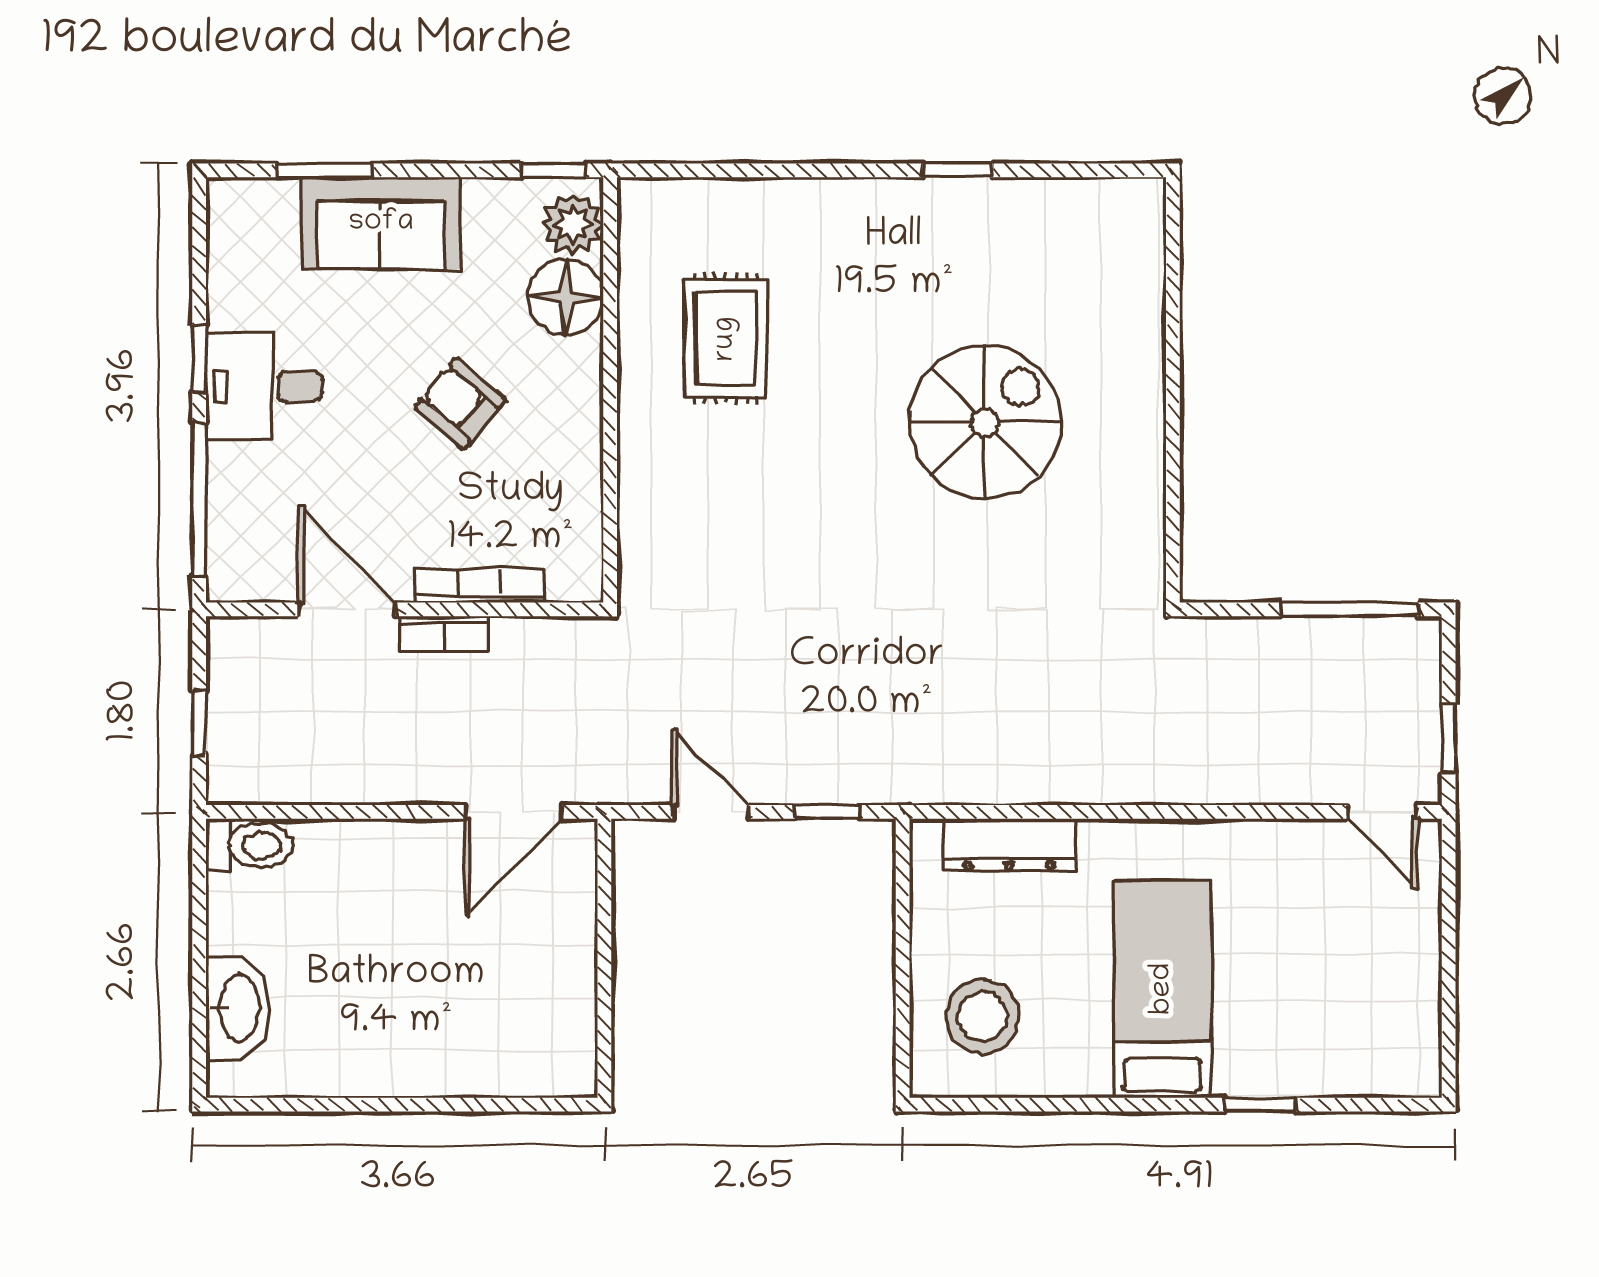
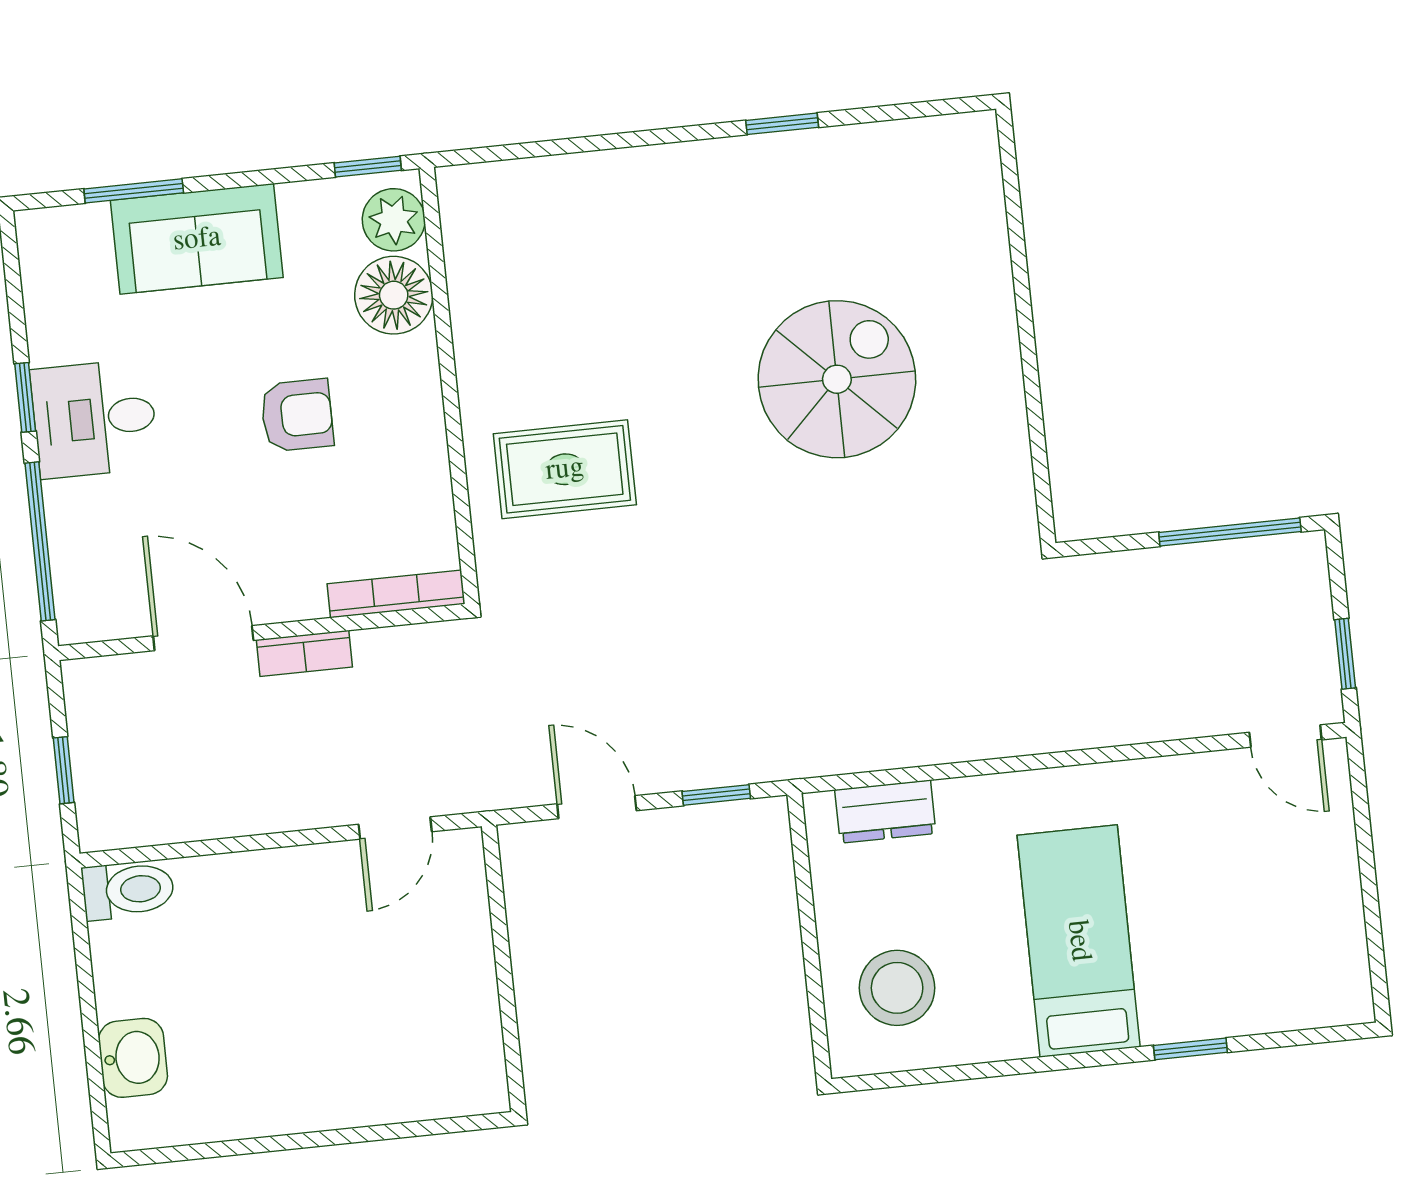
rug: (726, 339) -> (565, 469), moved, turned 90
armchair: (460, 403) -> (297, 415), turned 139
bookcase: (480, 586) -> (396, 594), moved
door: (514, 812) -> (395, 828), width x0.73
dresser: (1009, 845) -> (885, 812), width x0.70
washbasin: (237, 1008) -> (133, 1058), width x0.72

